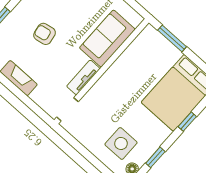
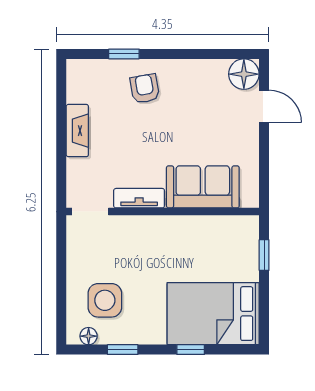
armchair: (45, 34) -> (145, 89), moved
window: (172, 38) -> (264, 255), width x0.67

